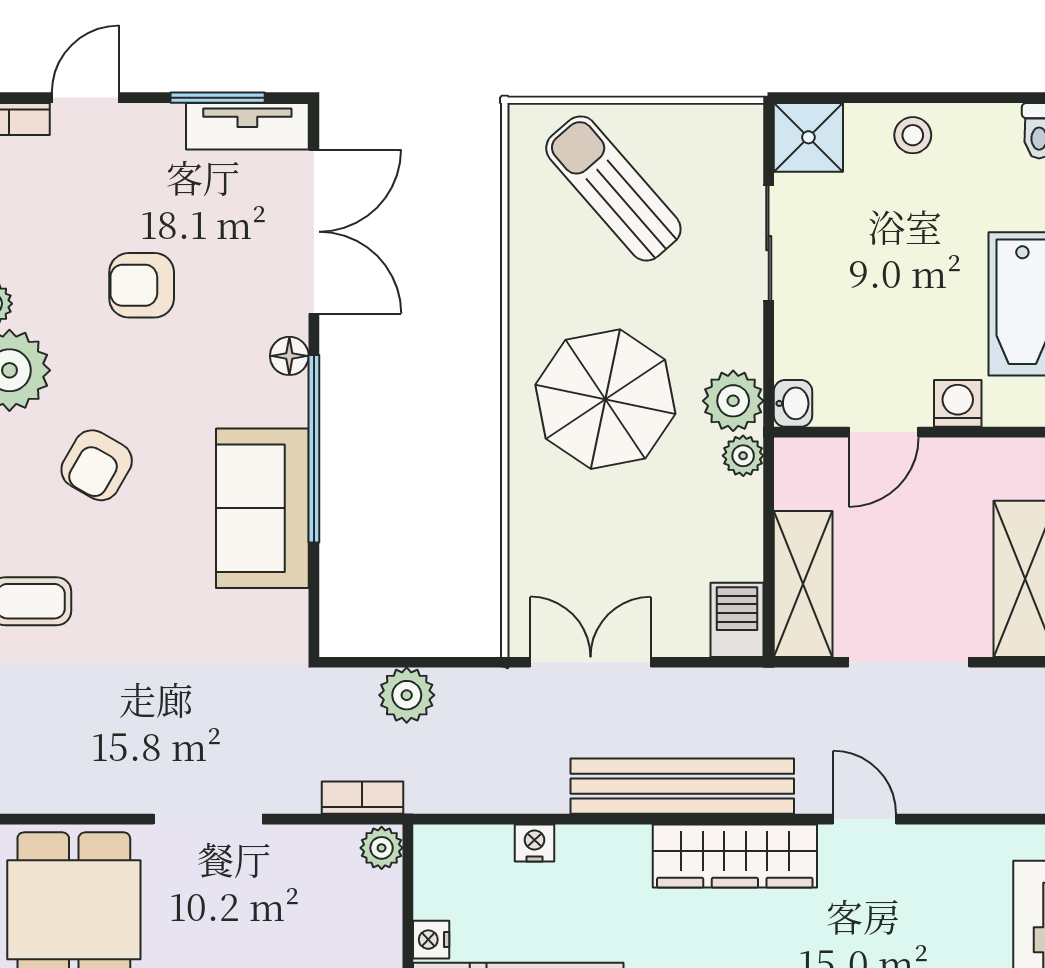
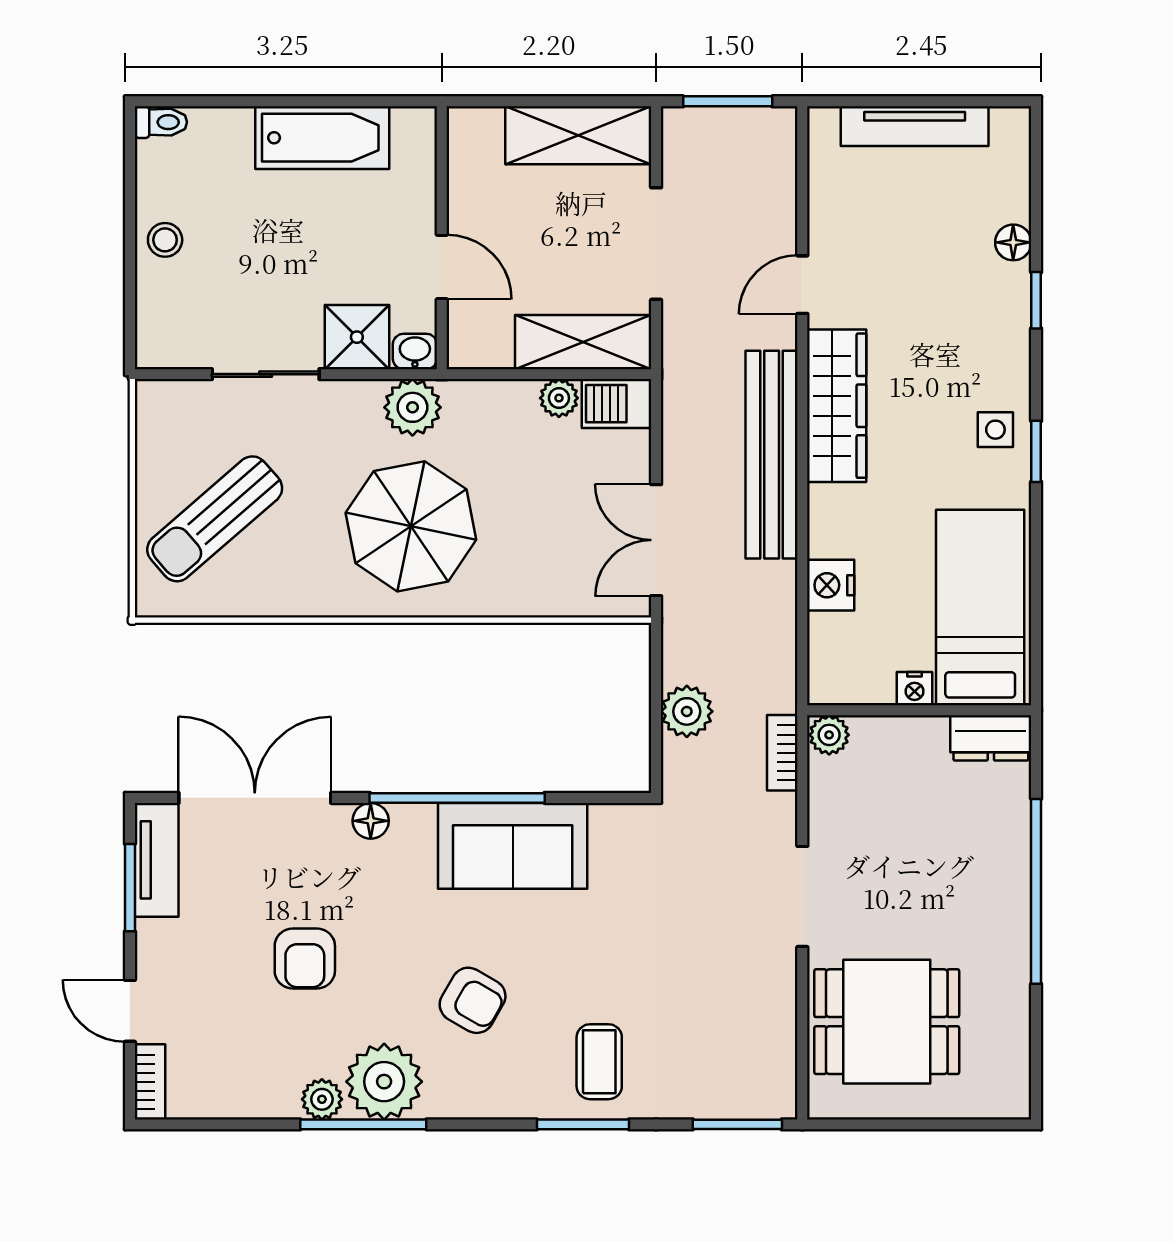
shower: (808, 137) -> (357, 337), moved
washing machine: (958, 403) -> (415, 198), removed
plant: (743, 456) -> (559, 398), moved
nightstand: (534, 843) -> (831, 585), width x1.39, depth x1.35

